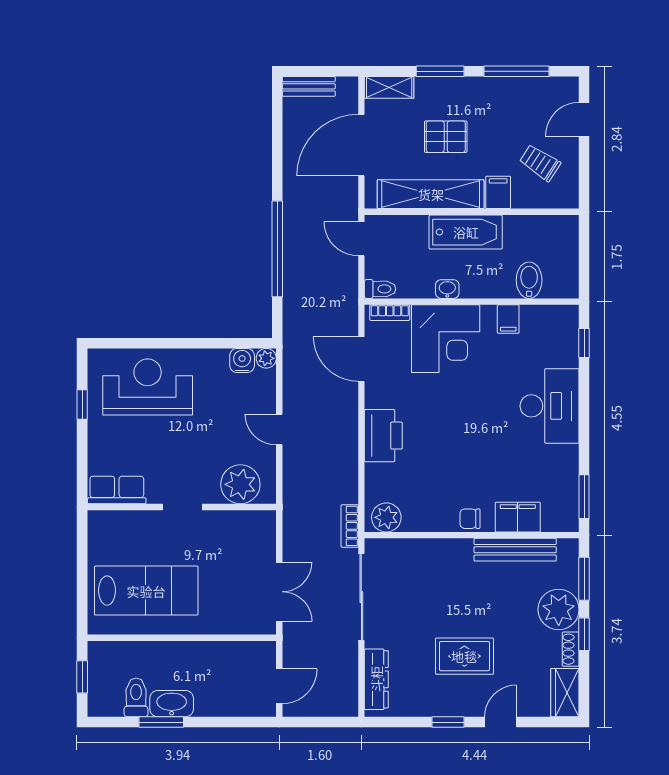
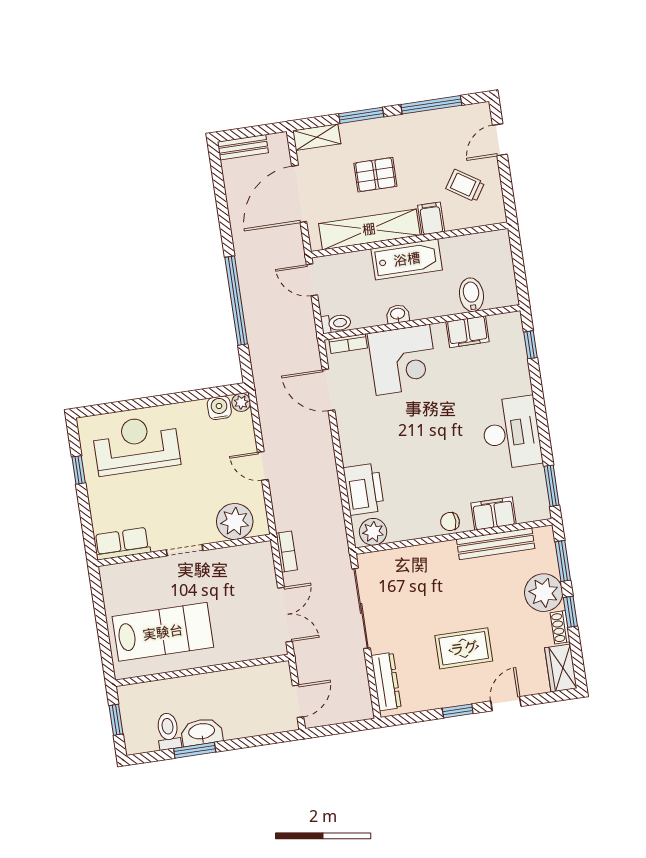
filing cabinet: (508, 319) -> (468, 332), width x2.00
desk: (550, 406) -> (511, 433), moved
printer: (383, 436) -> (364, 489), moved
bookcase: (350, 526) -> (287, 552), moved, turned 180

